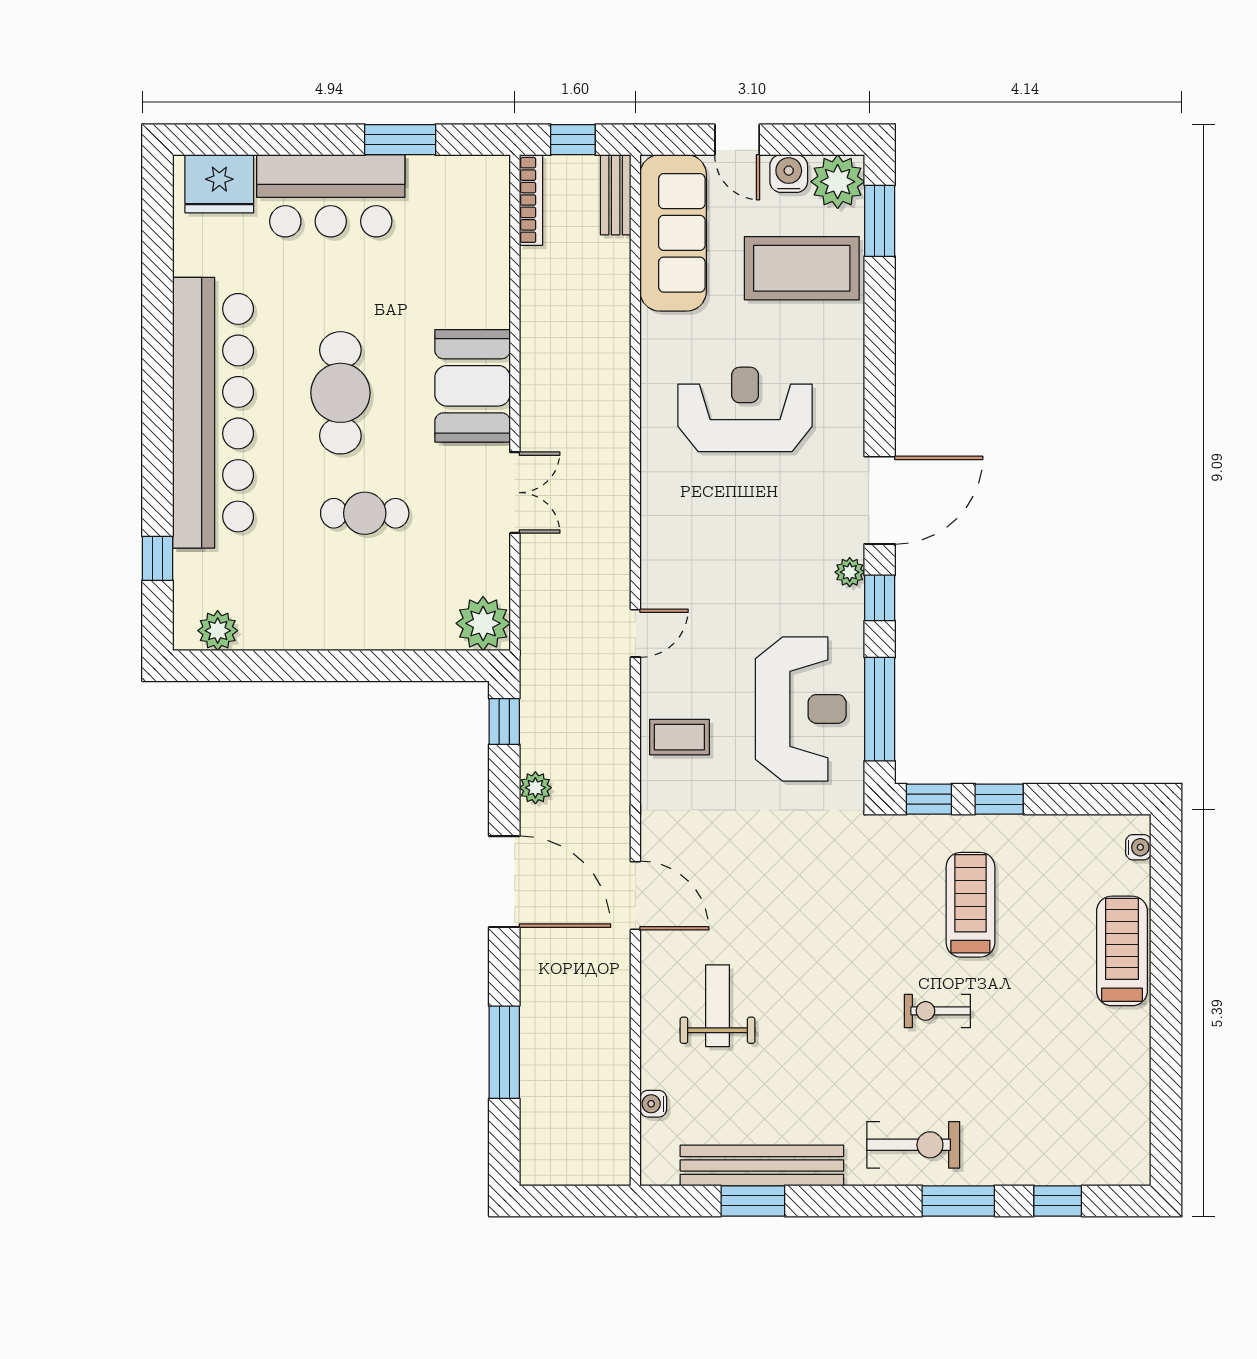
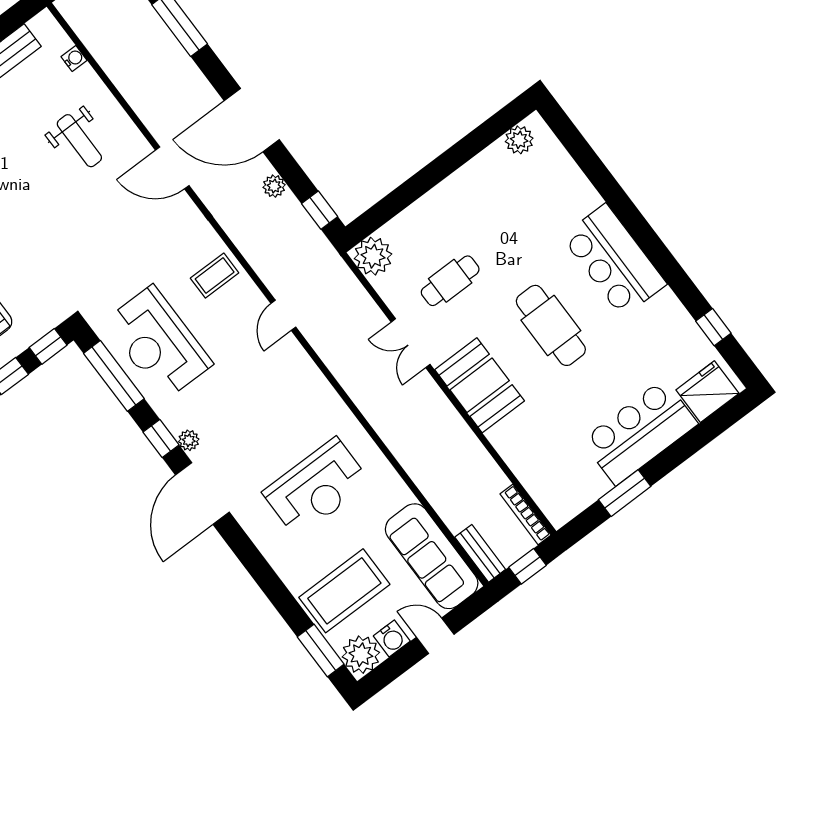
bar counter: (213, 413) -> (614, 260), width x0.54
cafe table: (365, 513) -> (450, 281), moved
window: (157, 558) -> (713, 327), moved

